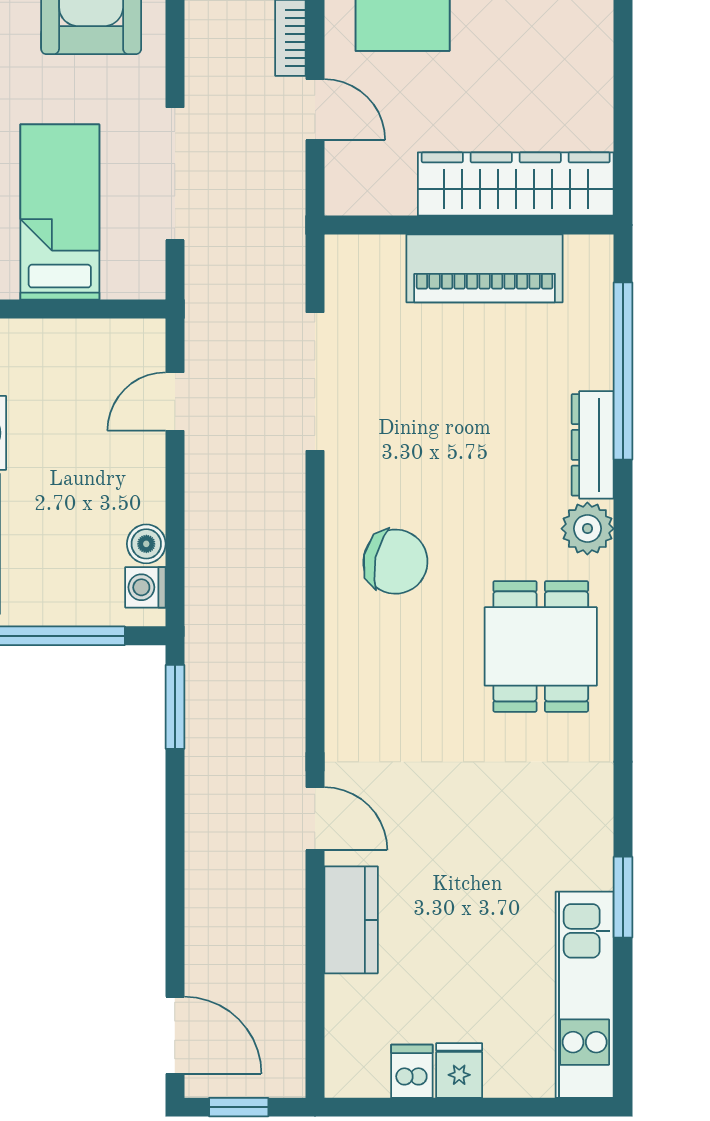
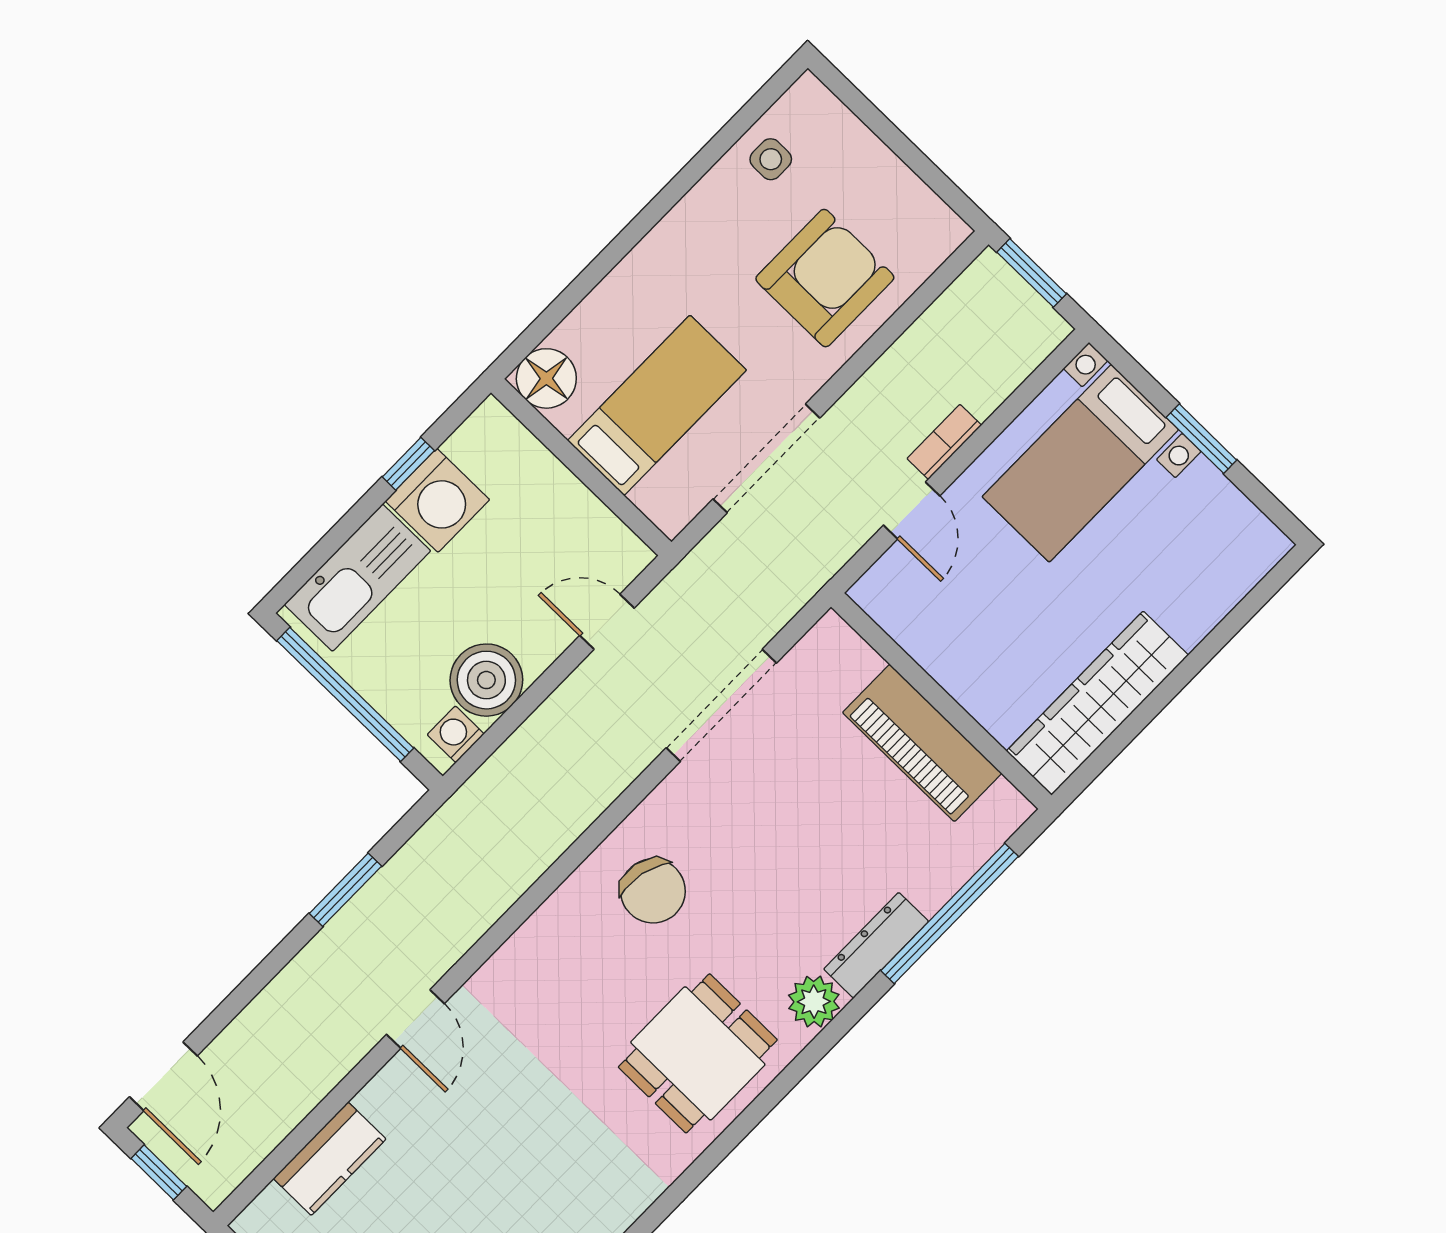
wardrobe: (516, 184) -> (1097, 703), moved, turned -90
boiler: (146, 544) -> (486, 680), width x1.86, depth x1.86
window: (175, 707) -> (345, 890), moved
kitchen counter: (351, 920) -> (330, 1159), moved

